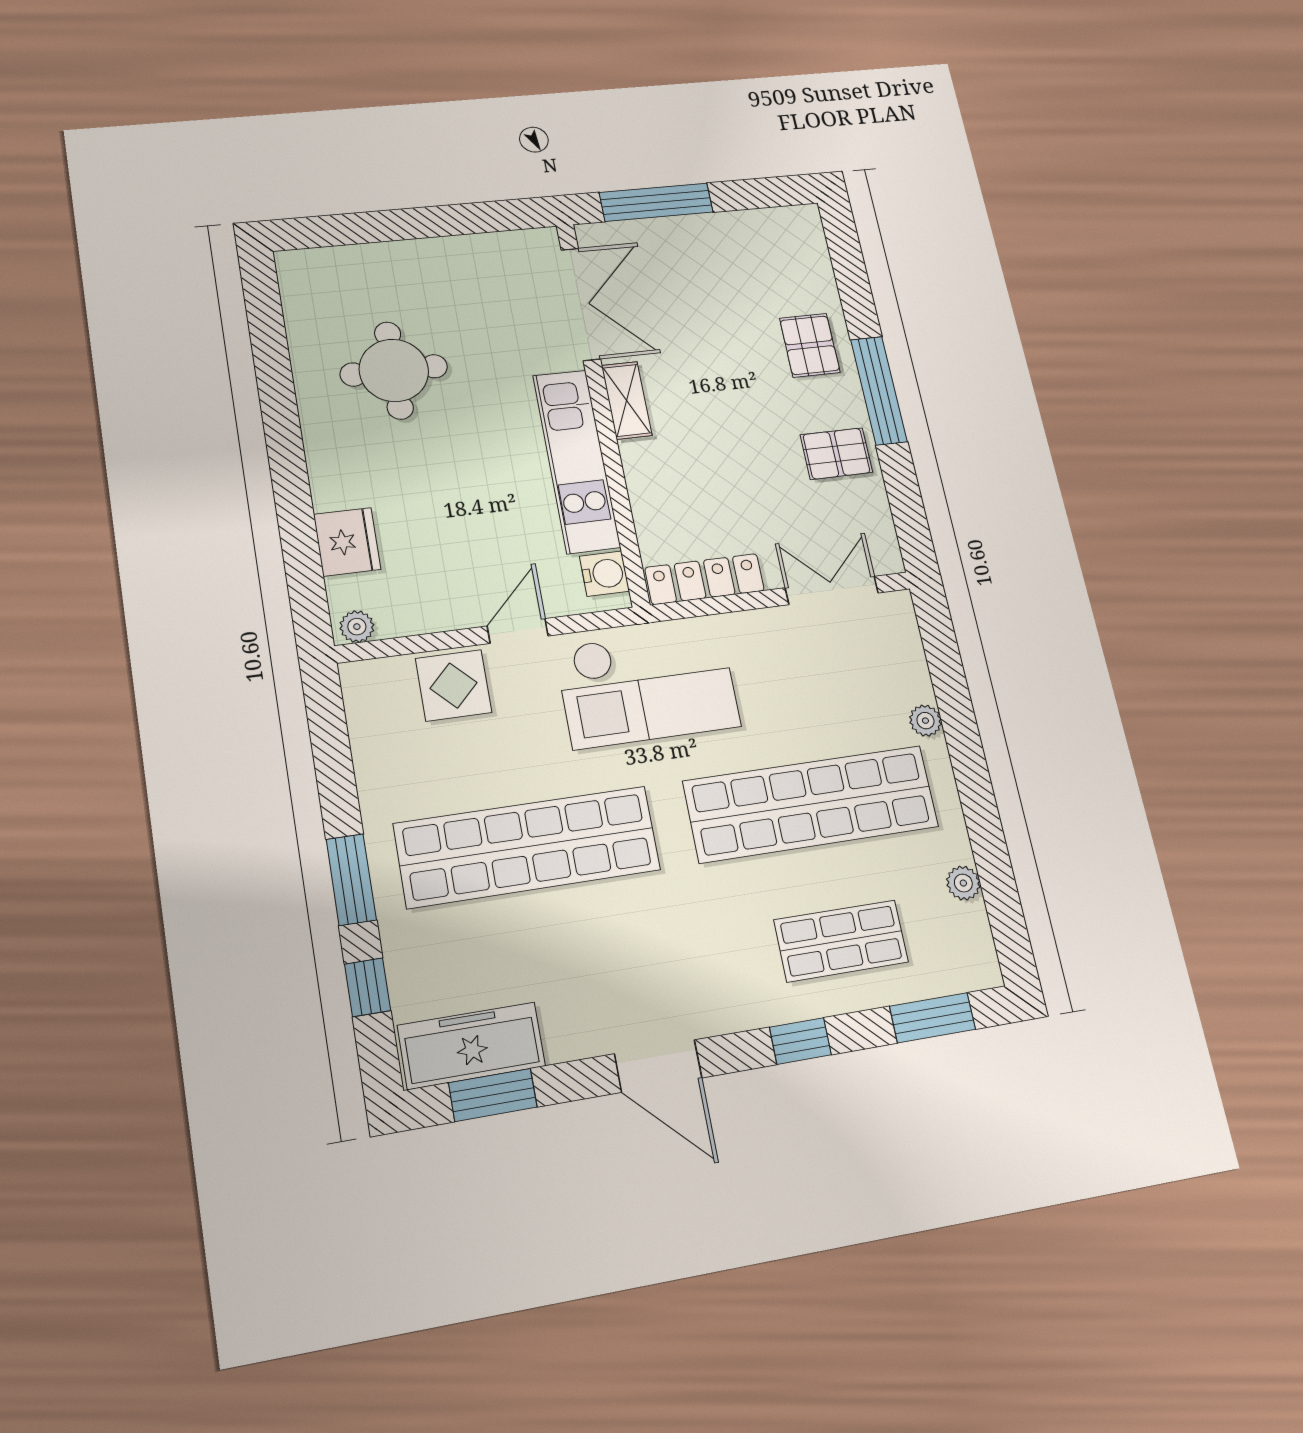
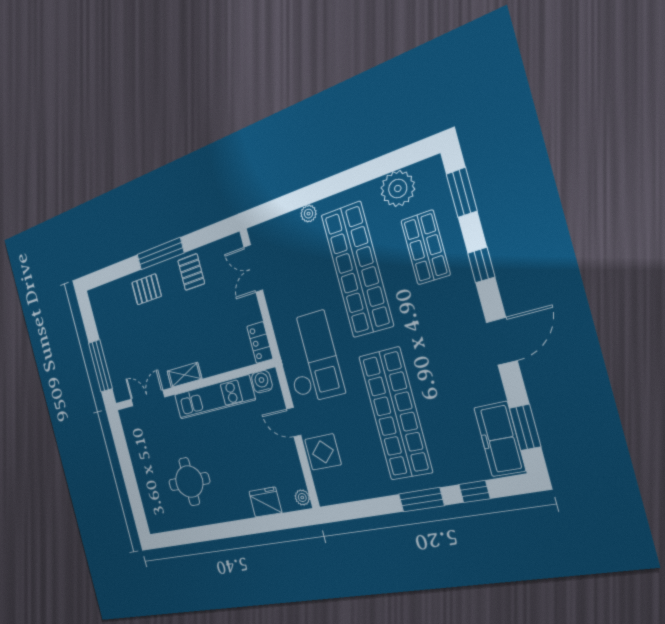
double door: (581, 304) -> (148, 398), width x0.73
locker: (705, 579) -> (260, 343), width x0.66
plant: (963, 883) -> (398, 189), width x1.88, depth x1.88

